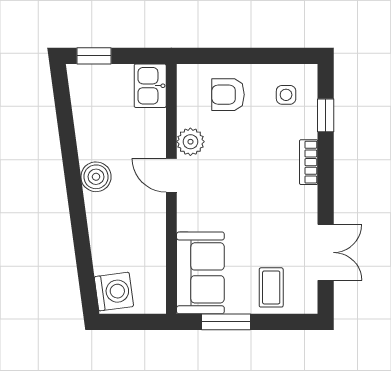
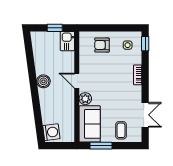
window: (94, 56) -> (55, 28), moved
window: (326, 115) -> (145, 44), moved
plant: (190, 142) -> (85, 99), moved

